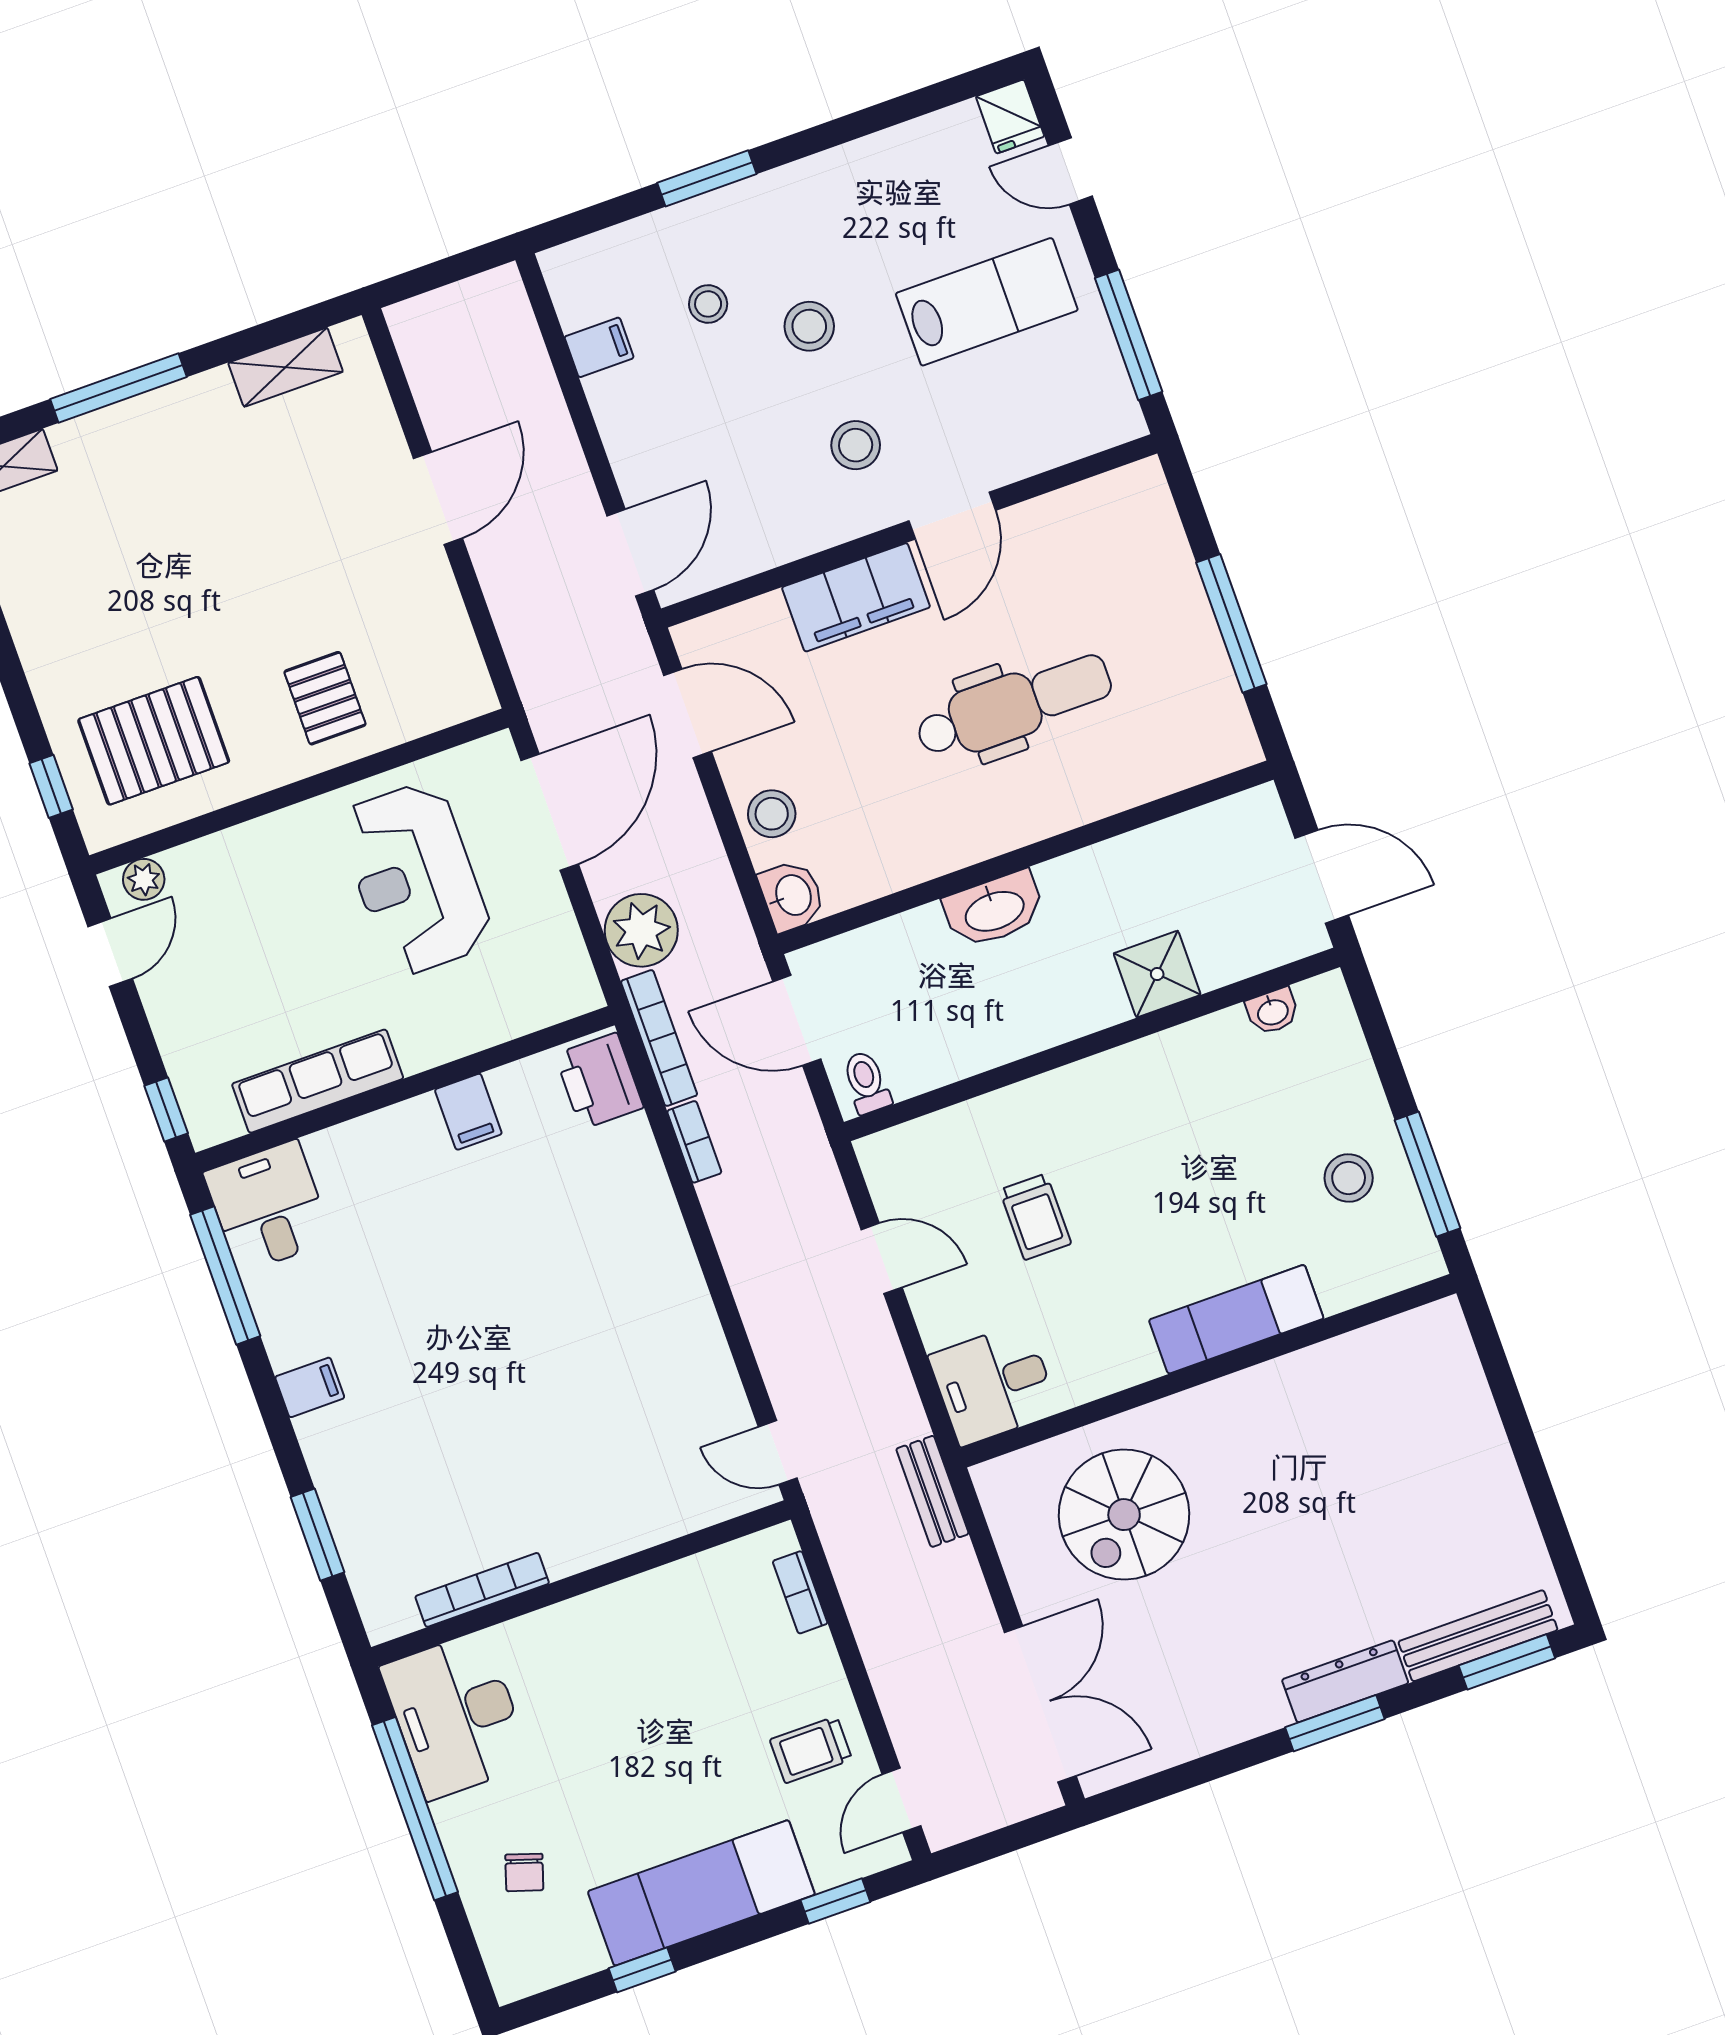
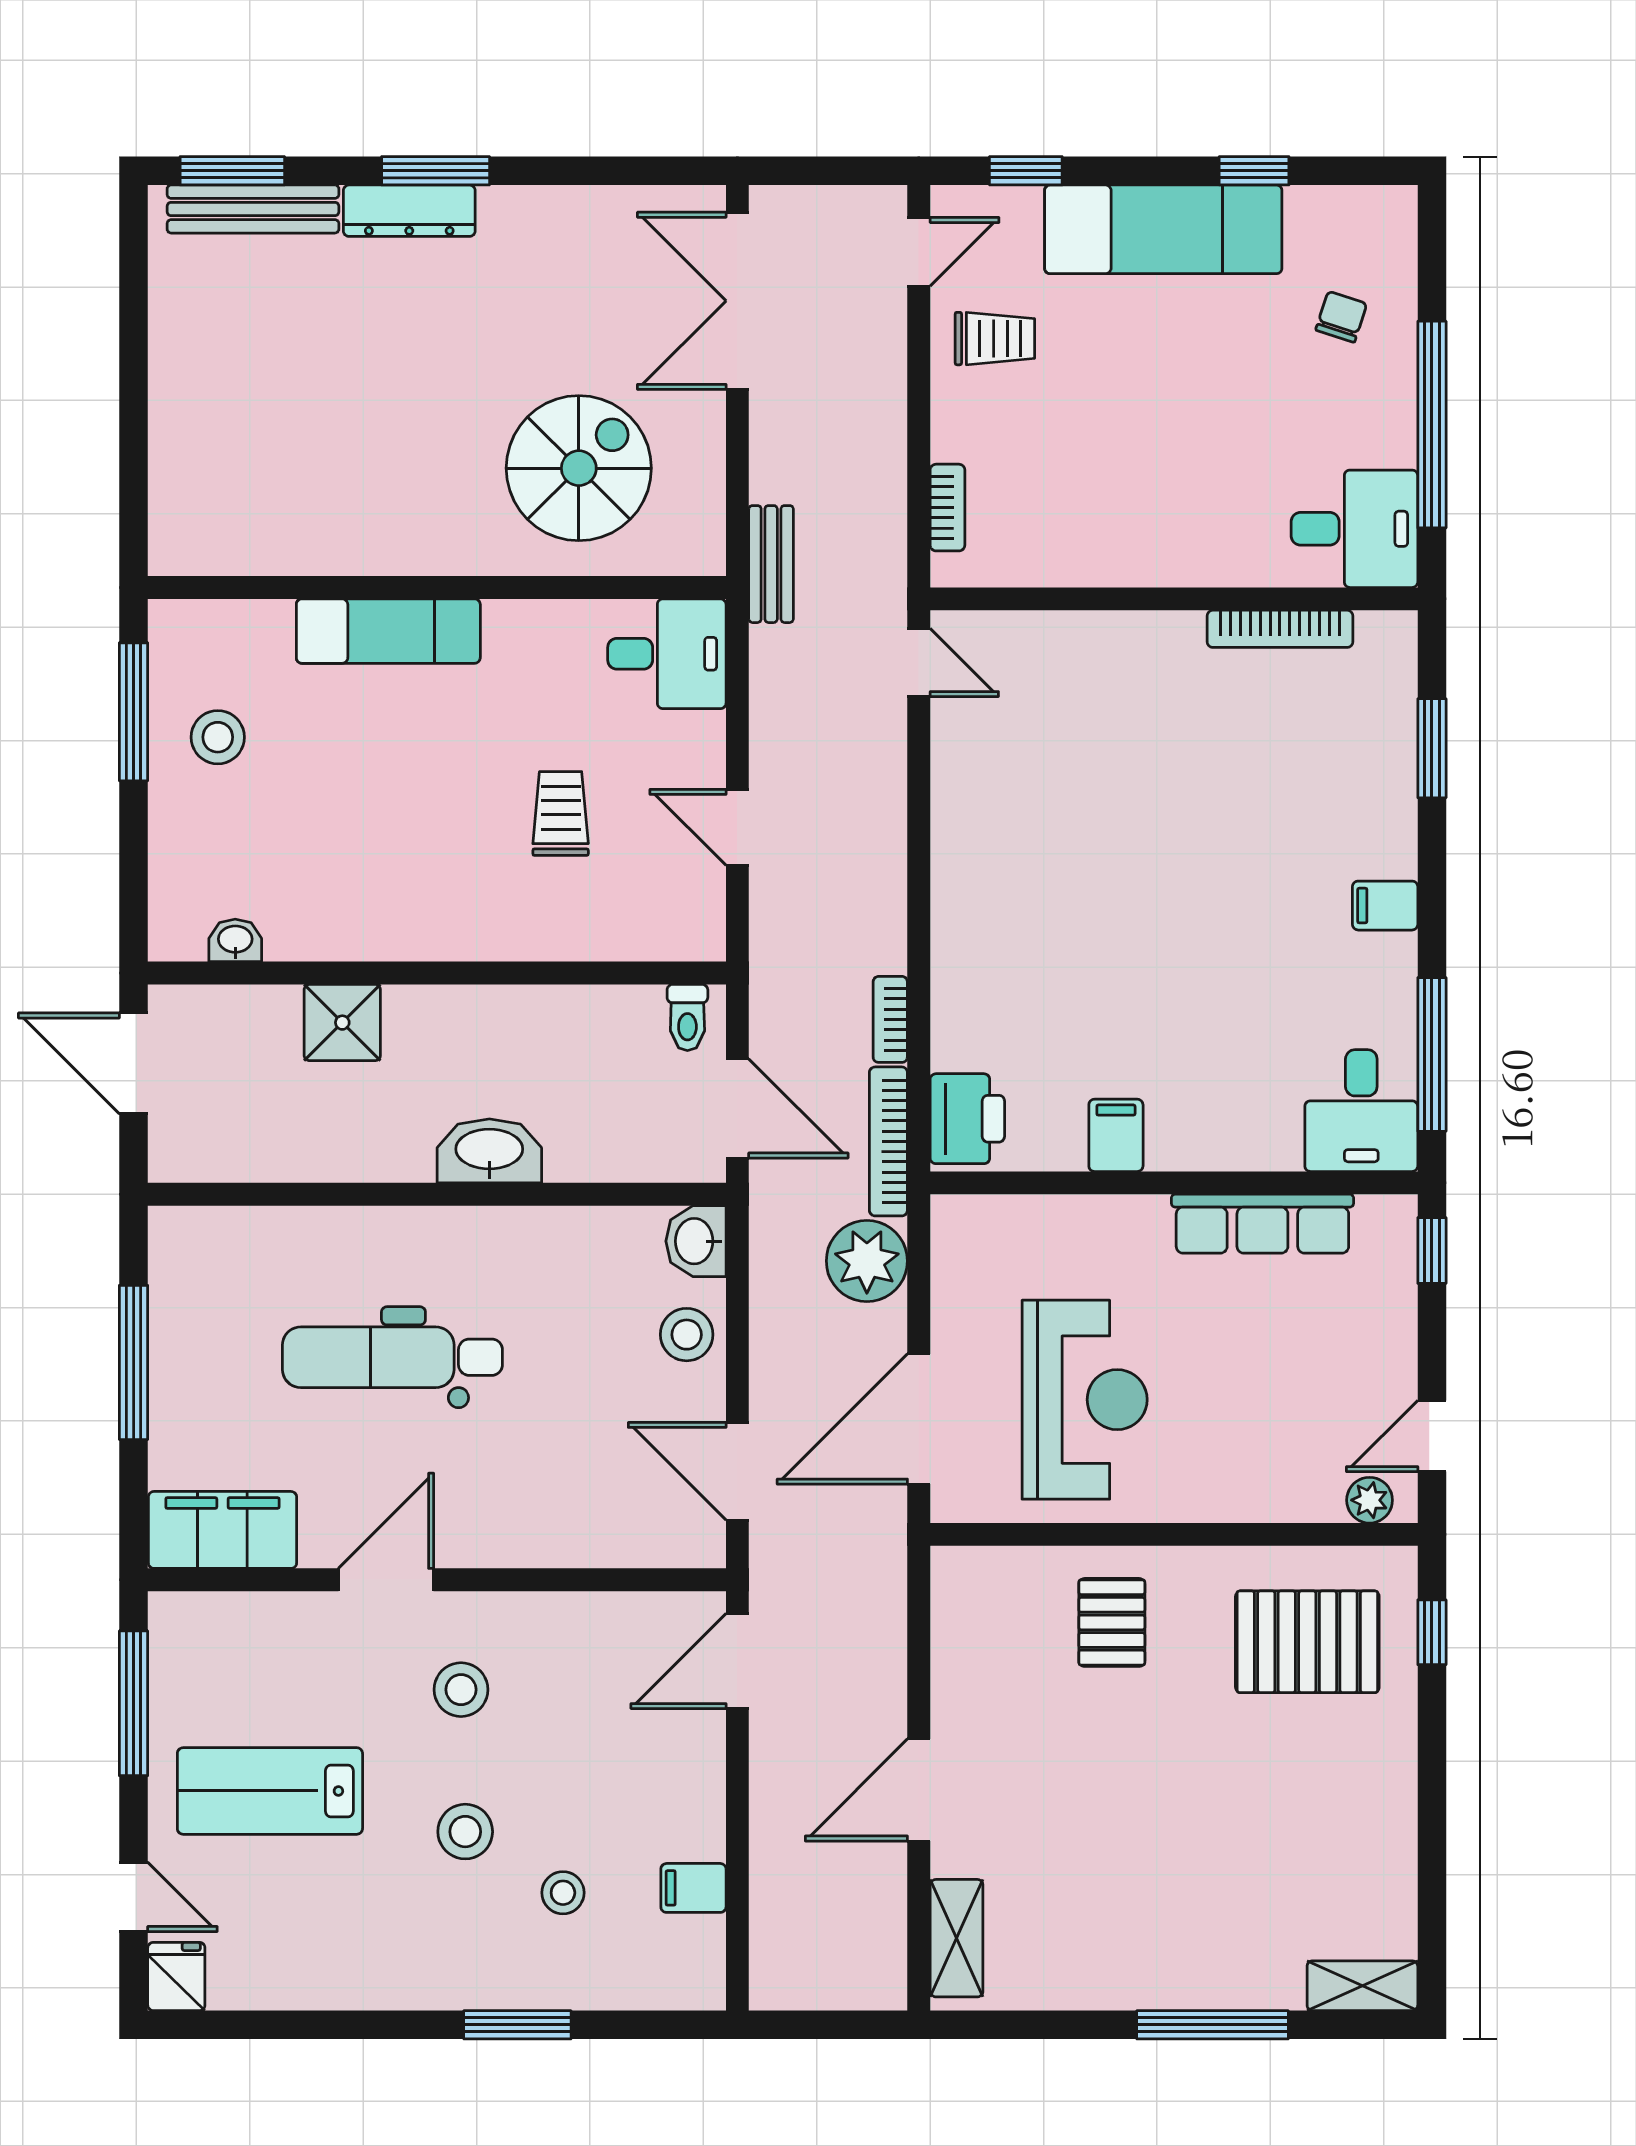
shelving: (286, 367) -> (957, 1938), moved, turned 90
filing cabinet: (856, 597) -> (222, 1530), moved
desk: (456, 1716) -> (1354, 529), width x0.73

